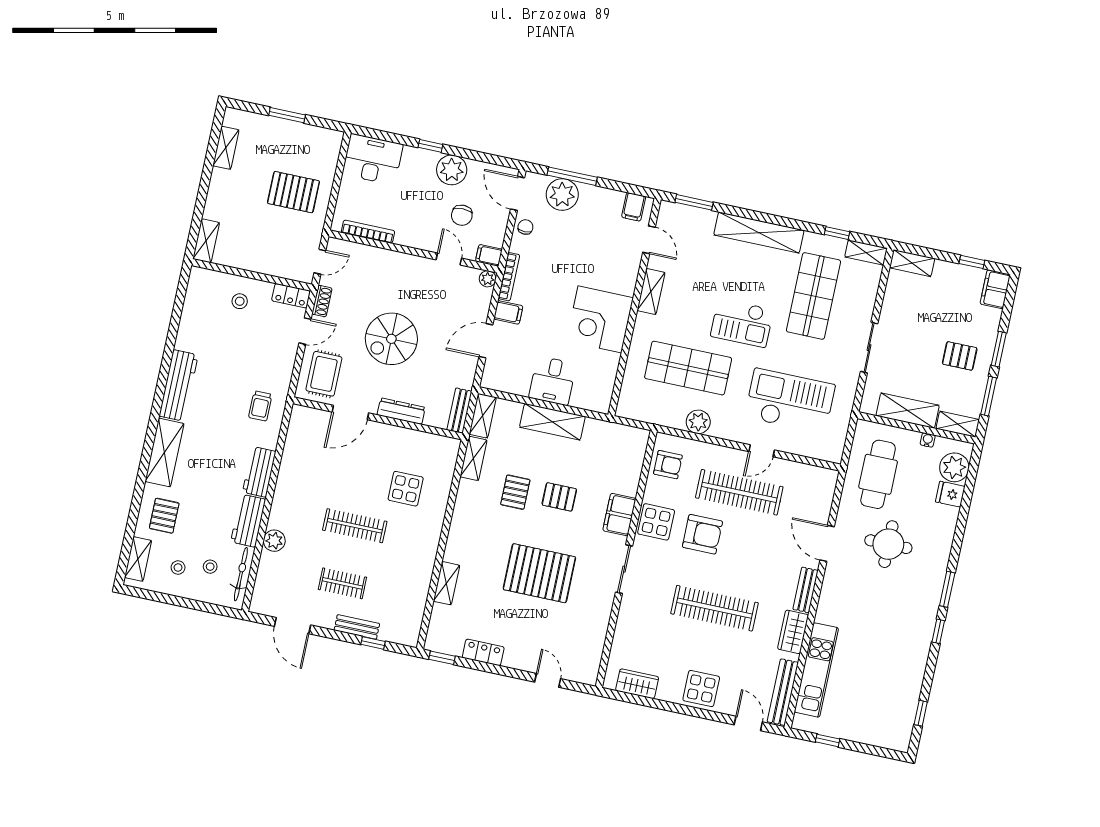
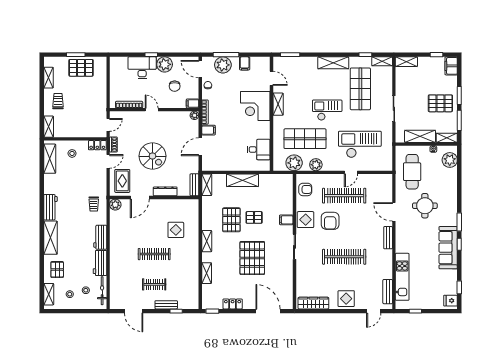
desk: (373, 159) -> (142, 68), moved
pallet: (293, 192) -> (81, 68), moved
trolley: (234, 196) -> (58, 101), added
filing cabinet: (634, 207) -> (245, 63), moved
shelving: (759, 233) -> (333, 63), width x0.68
door: (449, 259) -> (152, 110), moved
shelving: (195, 302) -> (50, 159), added
corner desk: (600, 319) -> (255, 106), moved
checkout: (742, 323) -> (327, 110), turned 180
spiral stairs: (391, 339) -> (152, 156), turned -90
pallet: (960, 356) -> (440, 103), width x1.50, depth x1.42
desk: (553, 381) -> (259, 149), moved, turned -90
workbench: (179, 385) -> (50, 207), width x0.73
plant: (658, 409) -> (294, 163), added
shelving: (473, 458) -> (207, 241), moved
pallet: (515, 492) -> (231, 220), width x1.50, depth x1.42
fridge: (950, 494) -> (451, 301), moved
filing cabinet: (619, 515) -> (286, 220), width x0.50
armchair: (702, 534) -> (330, 221), turned 90
plant: (274, 541) -> (115, 205), moved
pallet: (539, 573) -> (252, 258), turned 90
wardrobe: (793, 632) -> (386, 260), removed
sofa: (916, 633) -> (448, 248), added
door: (548, 680) -> (268, 311), width x1.87
wardrobe: (637, 684) -> (313, 303), width x1.50
bench: (783, 692) -> (388, 292), width x0.73
door: (748, 723) -> (374, 311), swing flipped

